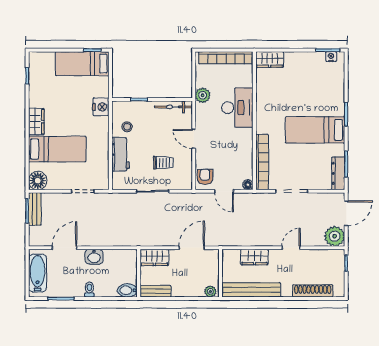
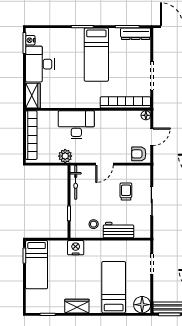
desk: (305, 67) -> (40, 64), added
wardrobe: (36, 122) -> (77, 306), moved

